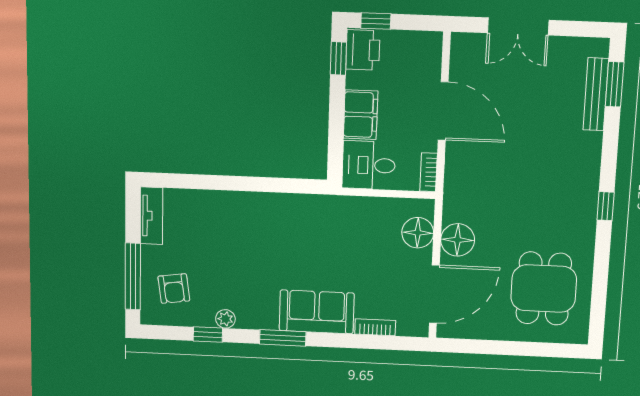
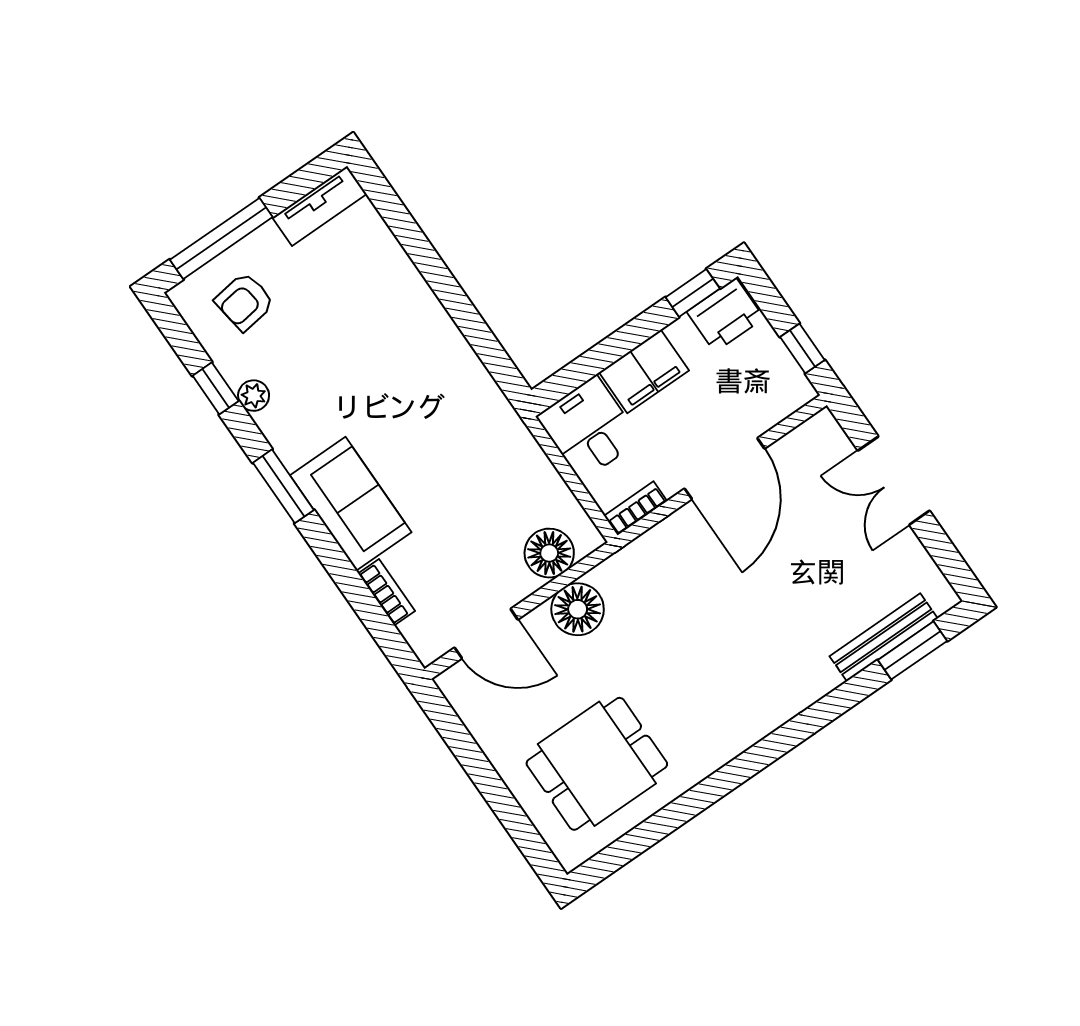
window: (376, 21) -> (802, 348), moved
window: (606, 206) -> (758, 758), removed
door: (434, 294) -> (486, 634), width x0.73

